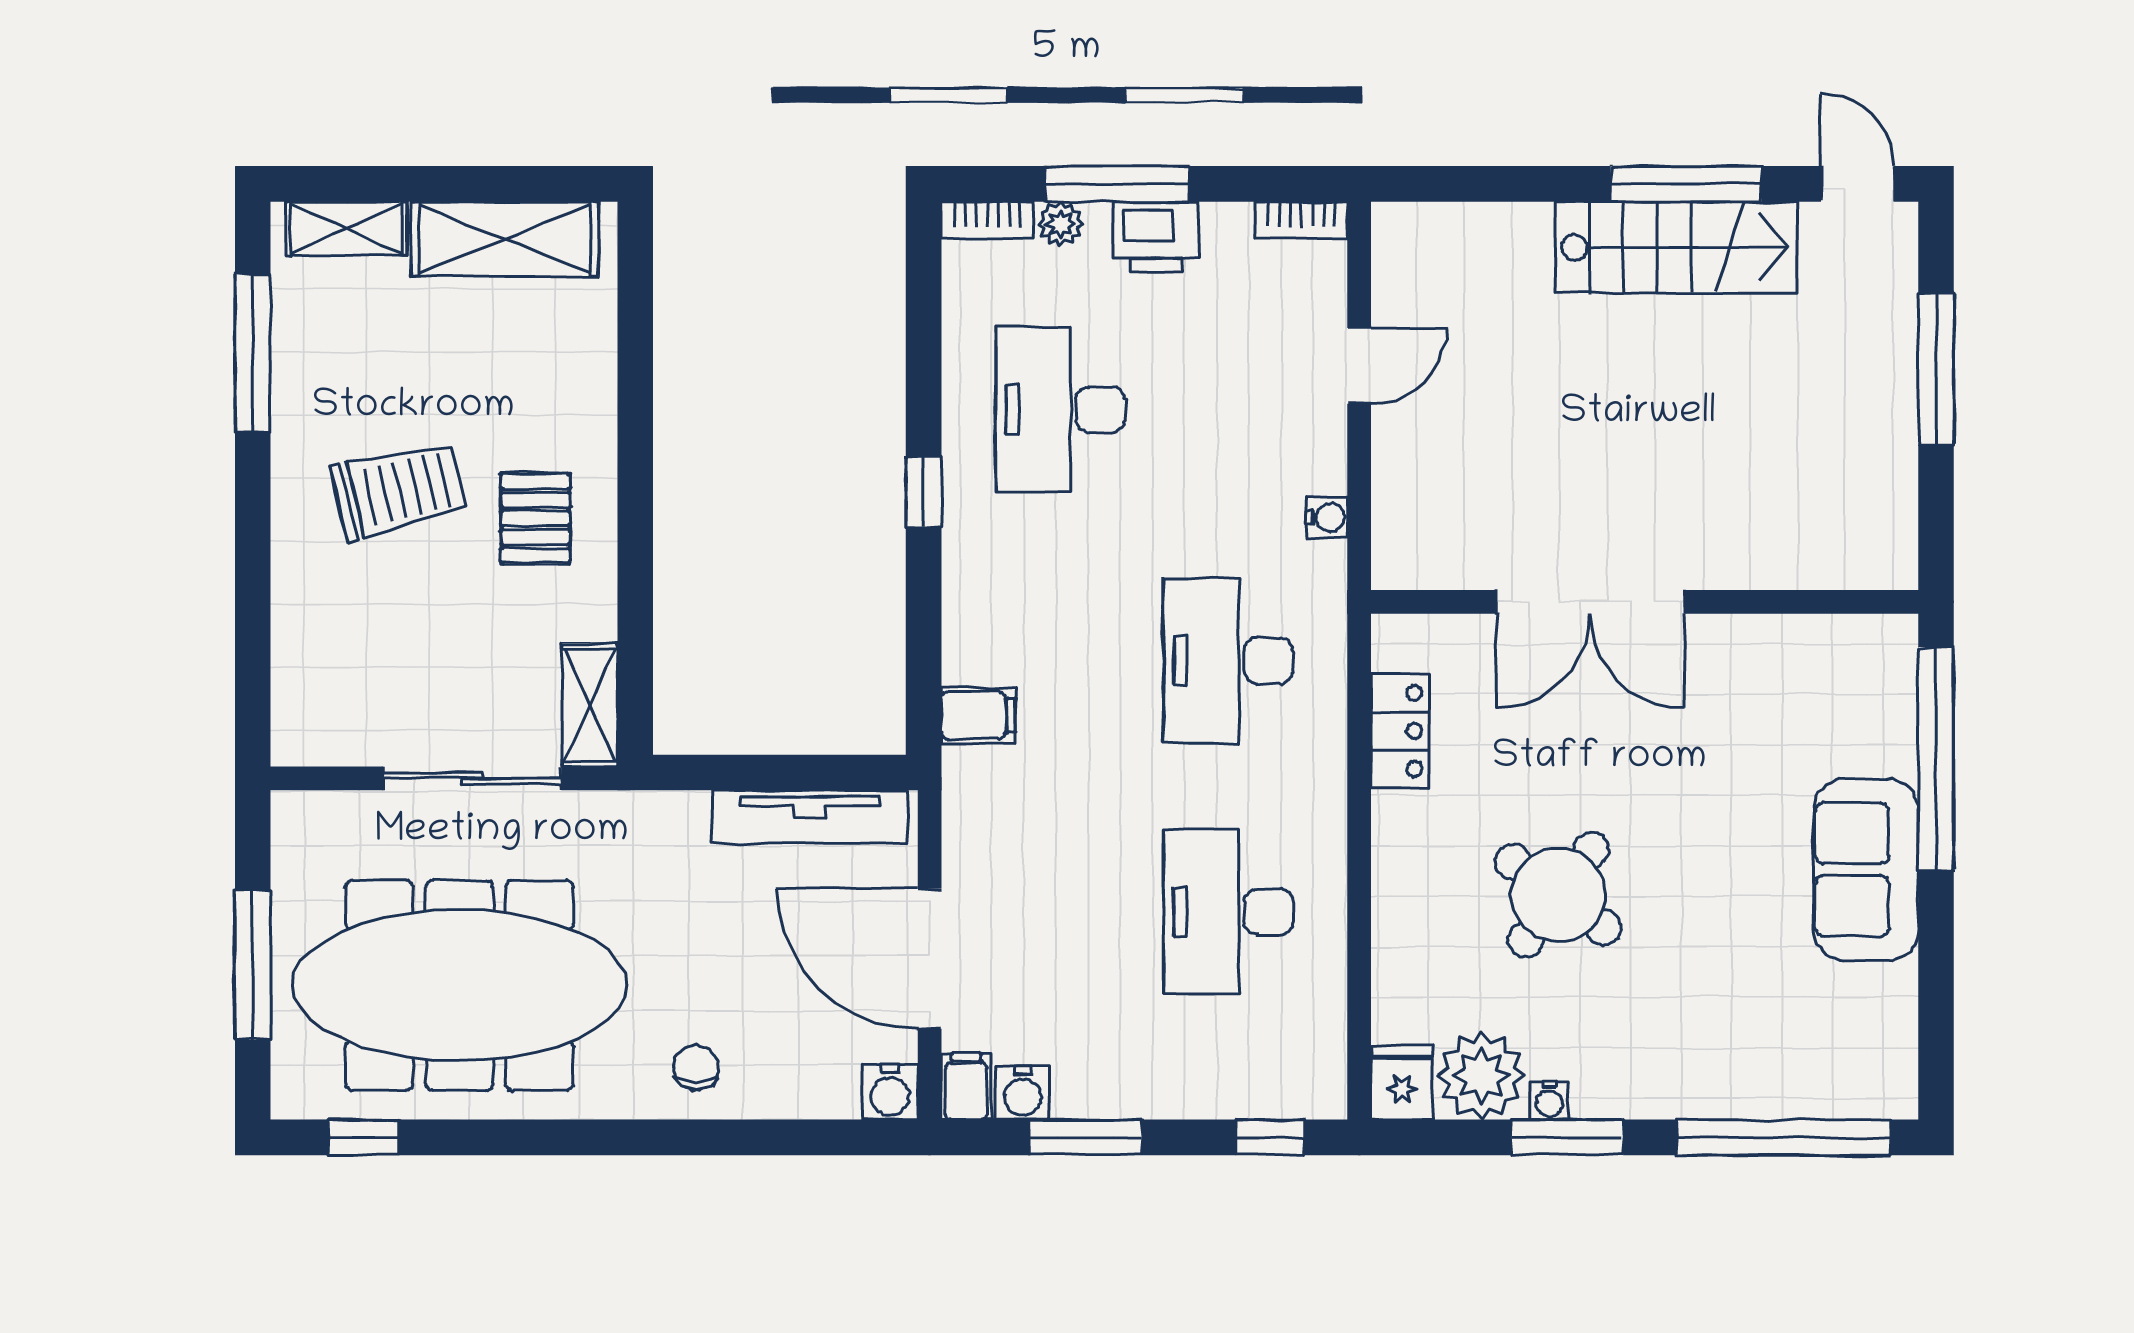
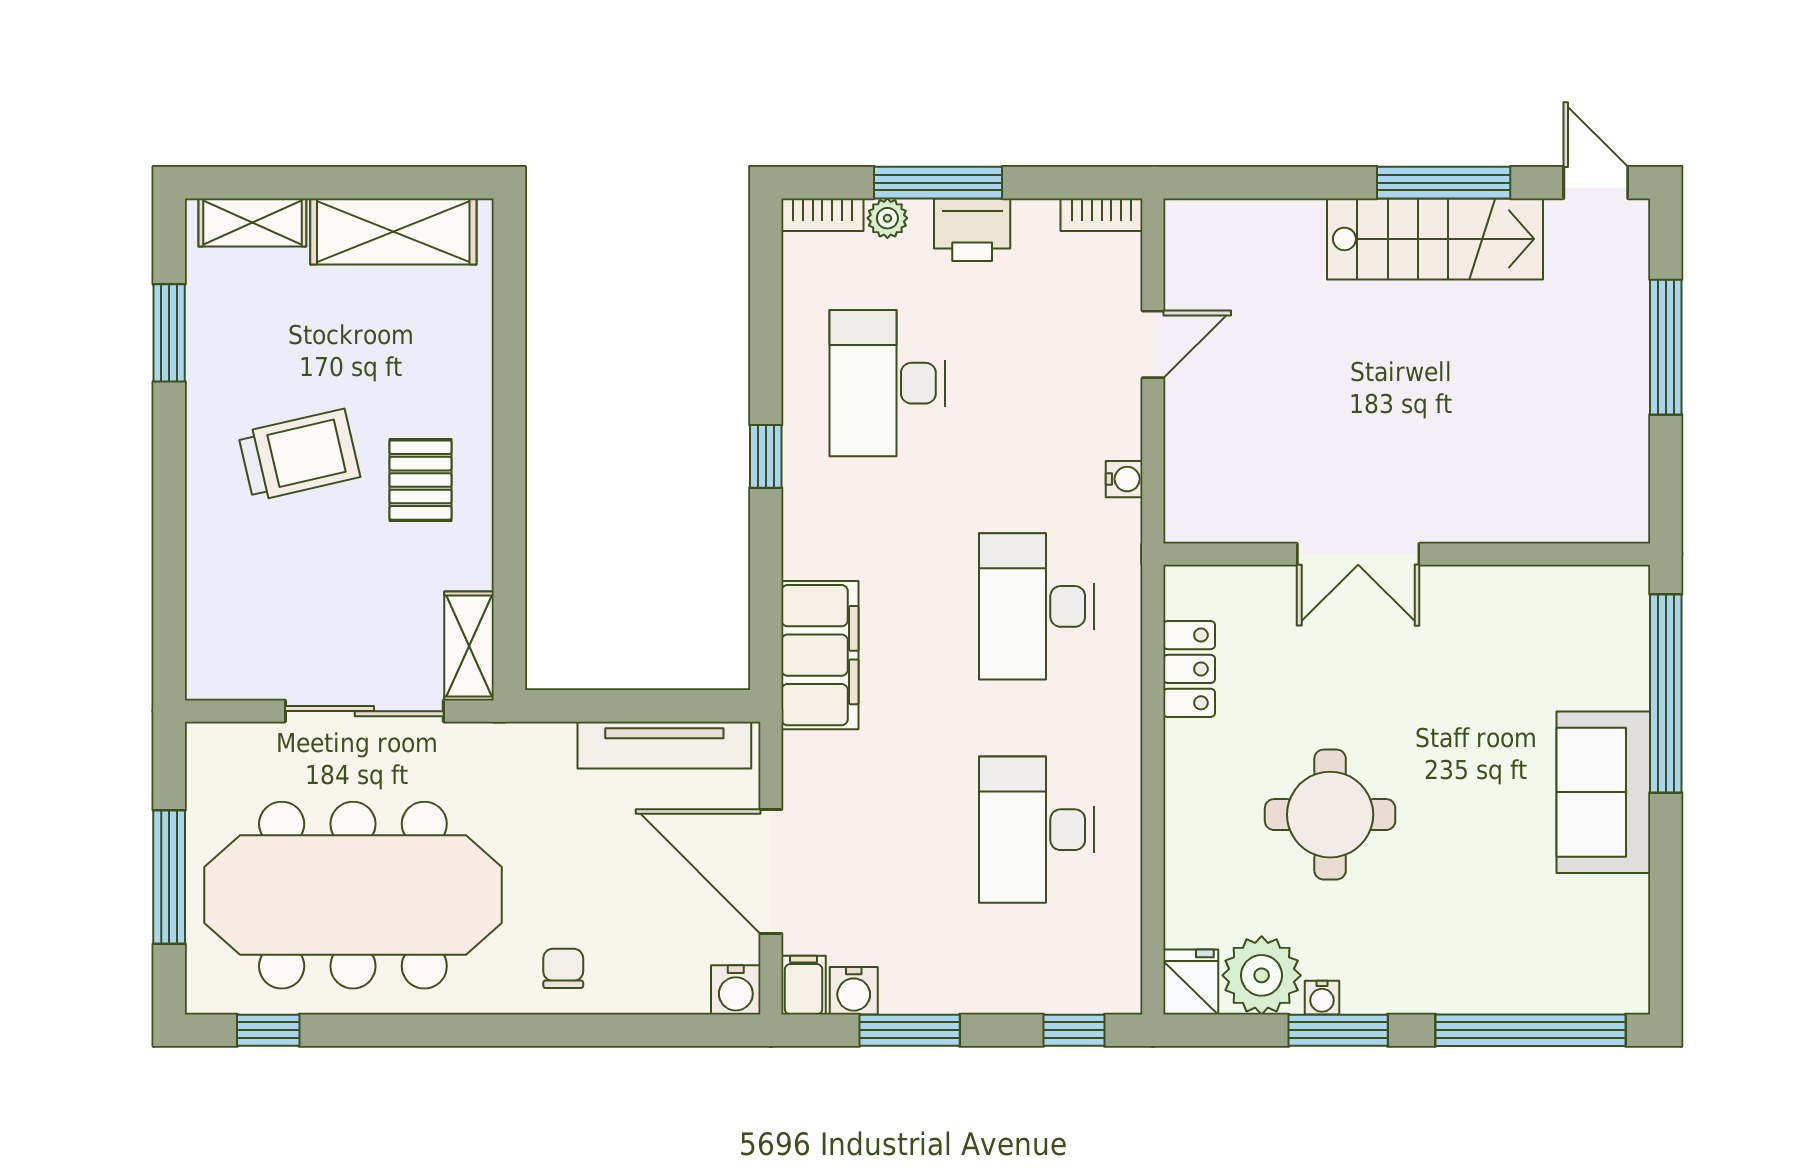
window: (253, 353) -> (169, 333), width x0.69
double door: (1590, 602) -> (1358, 554), width x0.73
filing cabinet: (978, 715) -> (820, 655), width x3.00, depth x1.17
round table: (1558, 895) -> (1330, 815), turned -36

